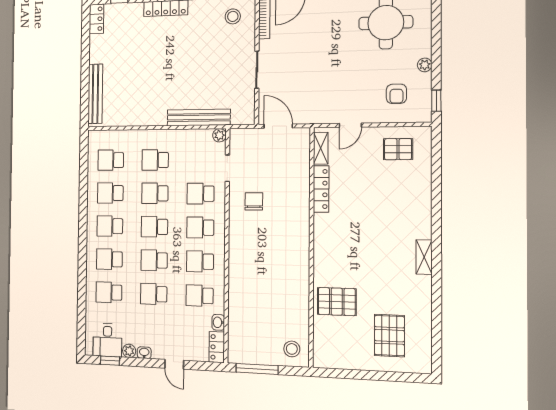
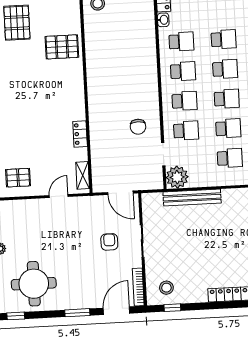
armchair: (396, 94) -> (109, 242), moved
plant: (219, 135) -> (177, 177), width x1.88, depth x1.88
locker: (321, 189) -> (80, 134), width x0.66

